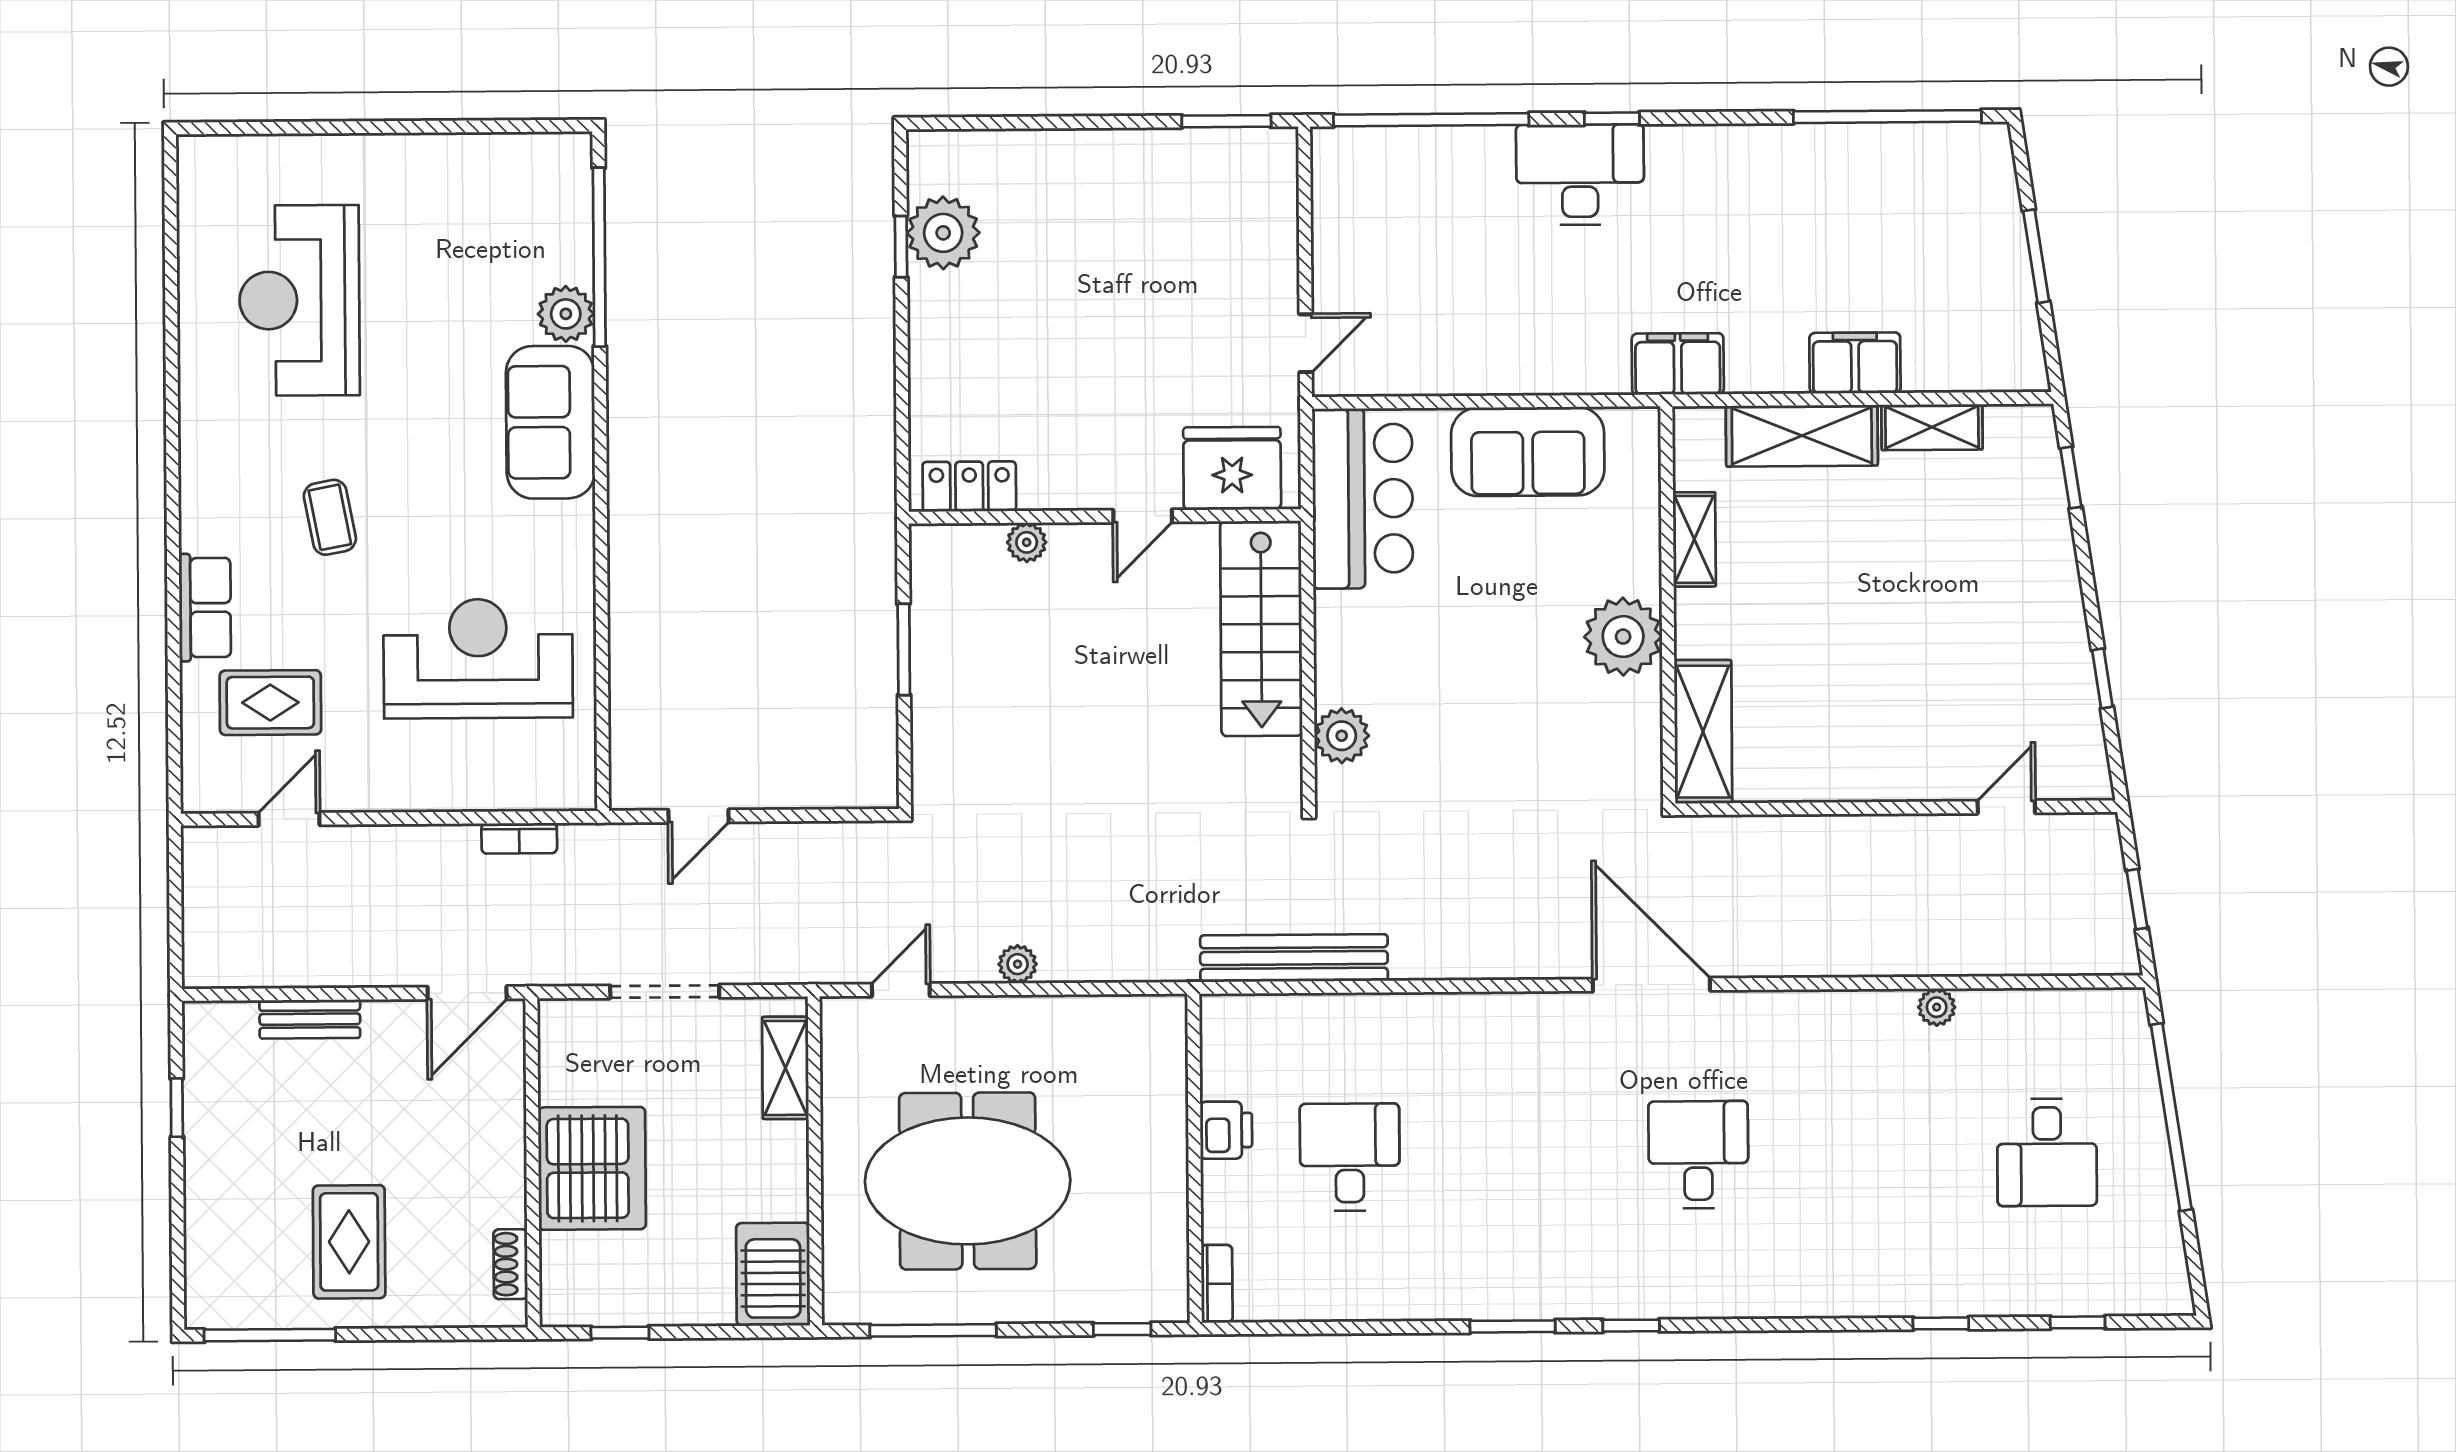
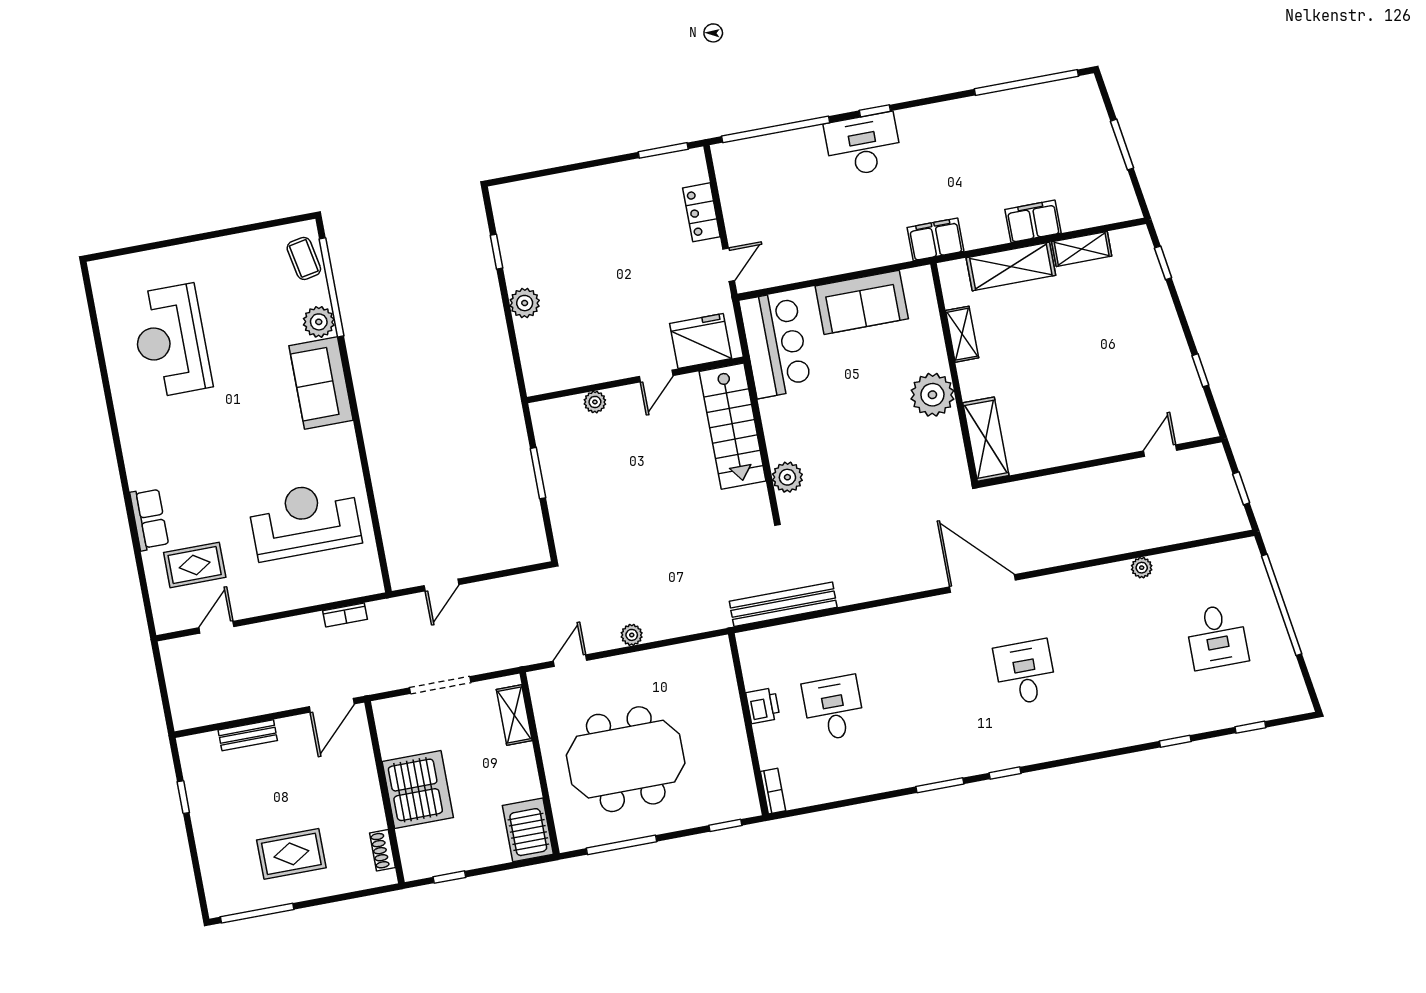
plant: (943, 233) -> (525, 303), moved, width x0.73, depth x0.73
locker: (969, 487) -> (701, 212), moved, turned -90
coffee table: (330, 517) -> (304, 258), moved
rug: (349, 1242) -> (291, 854), turned 90

